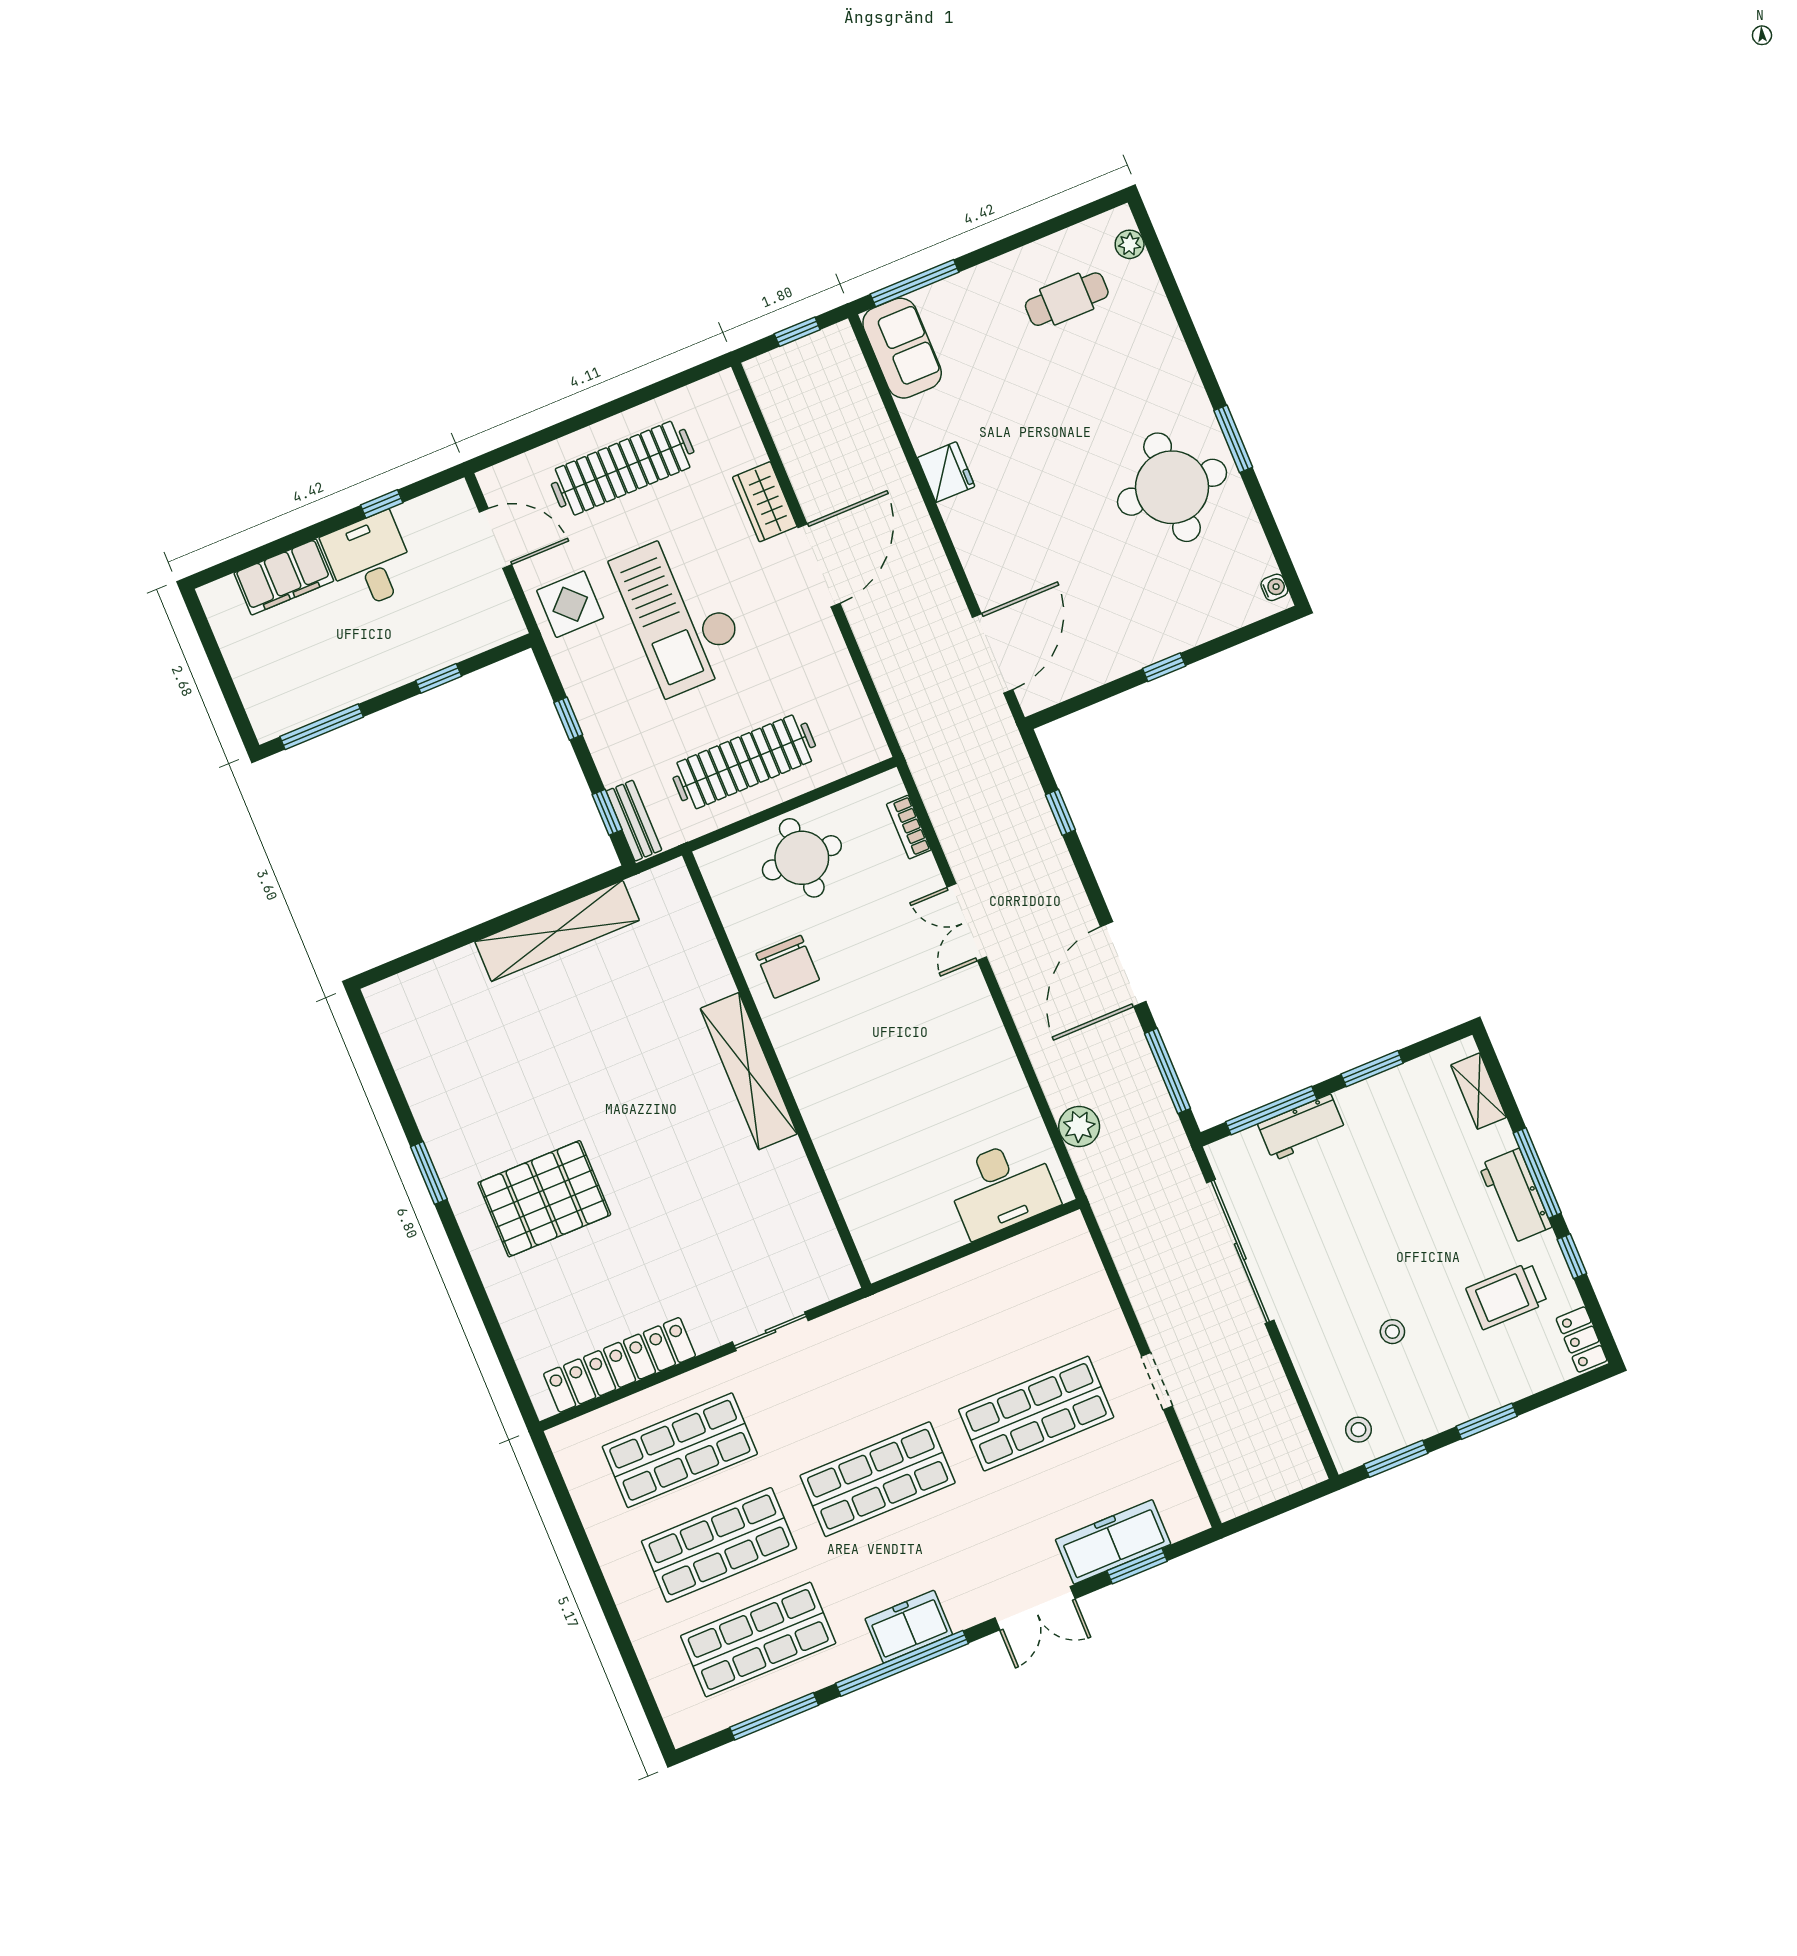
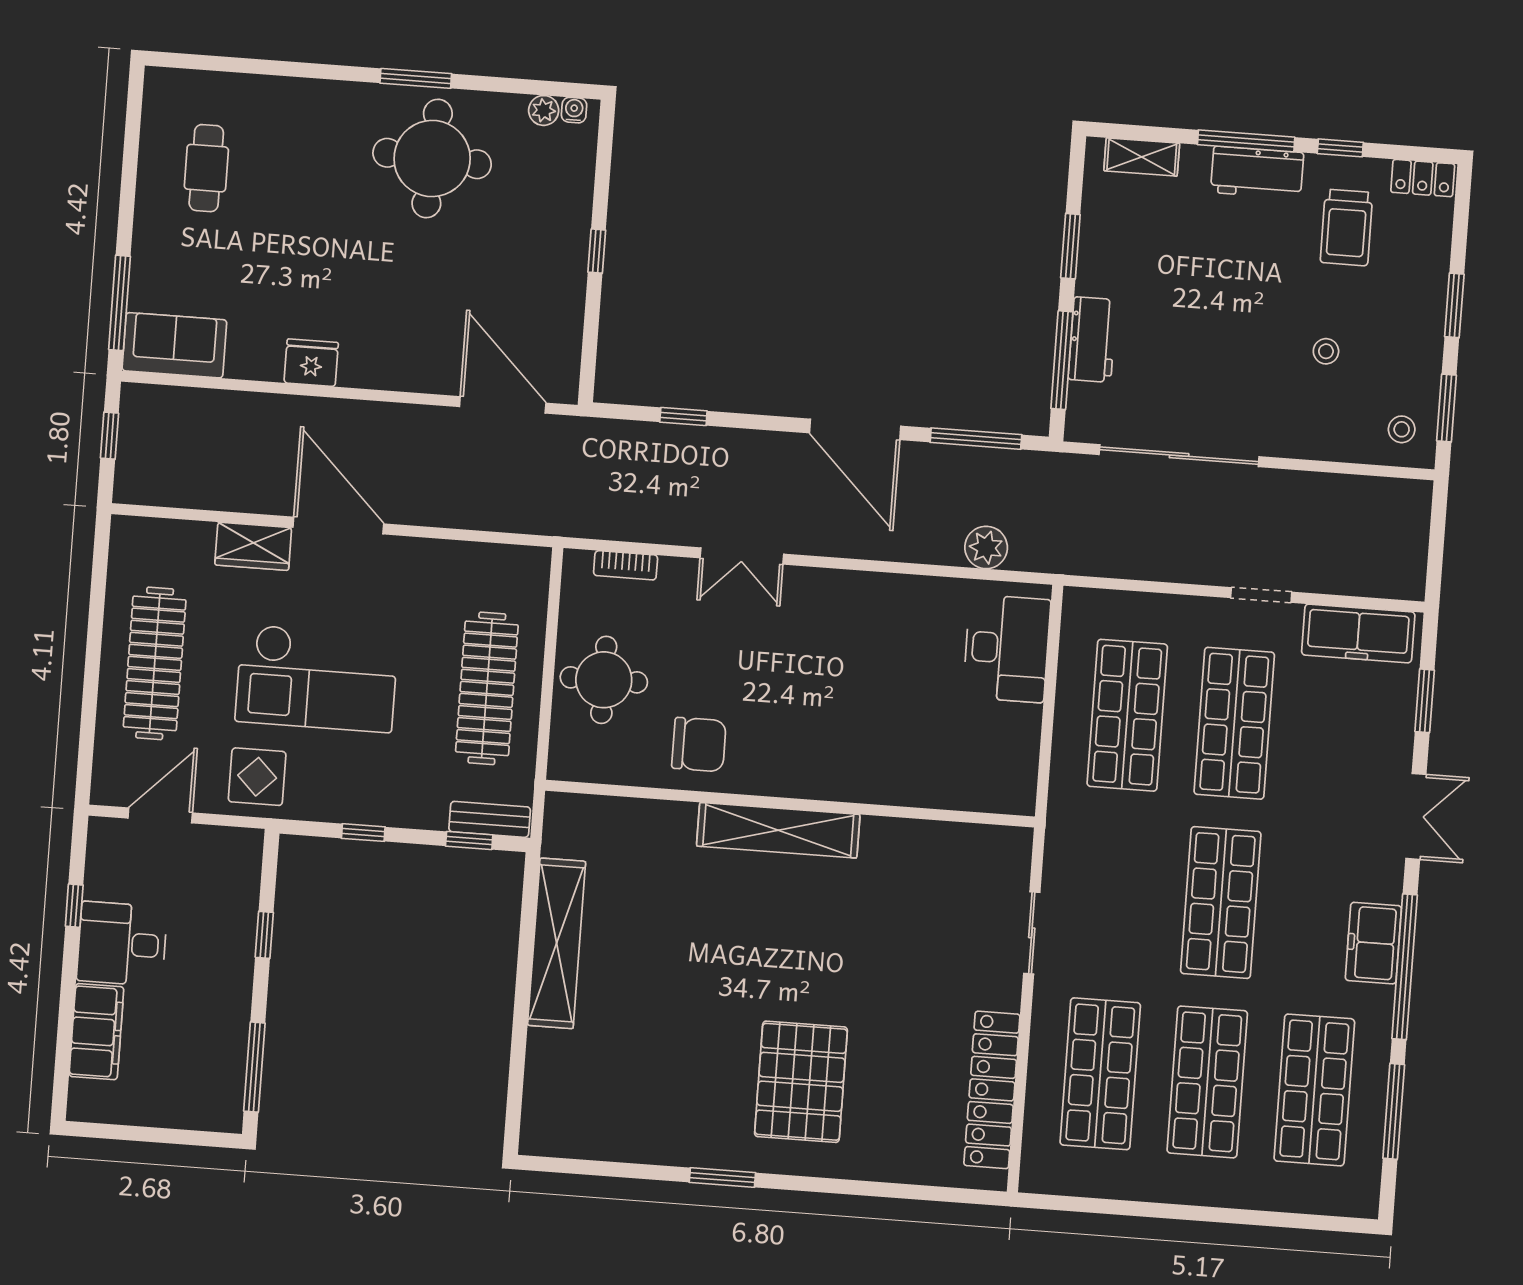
plant: (1130, 244) -> (544, 110), moved
shop shelf: (997, 1319) -> (1127, 715), added
freezer: (1113, 1542) -> (1358, 633), moved, turned -90

